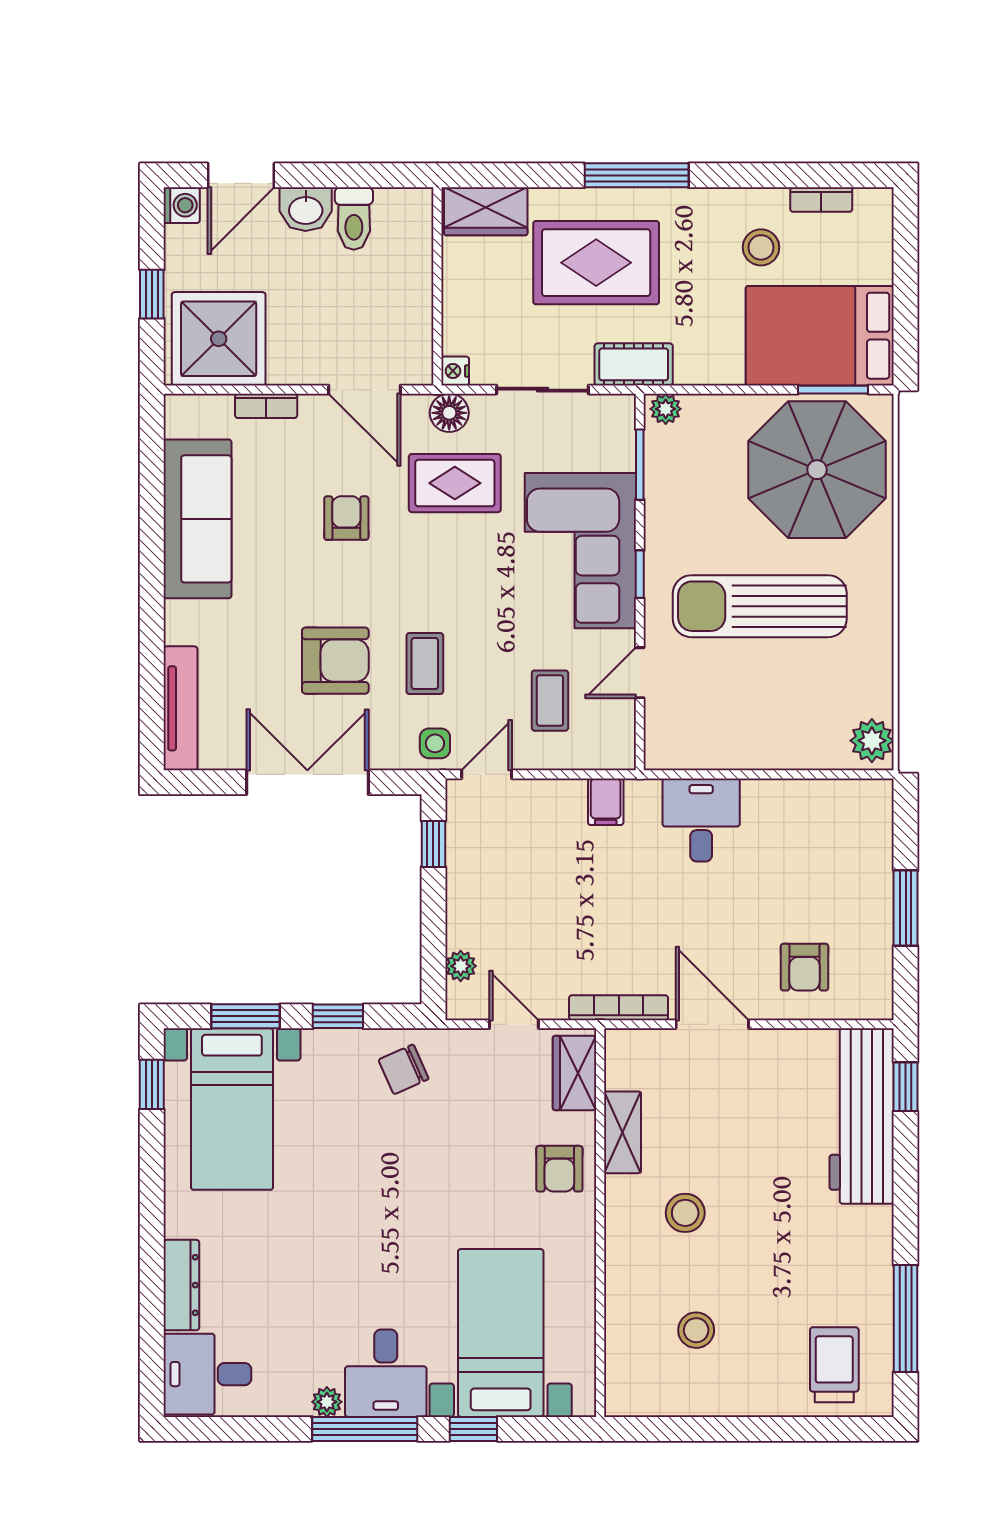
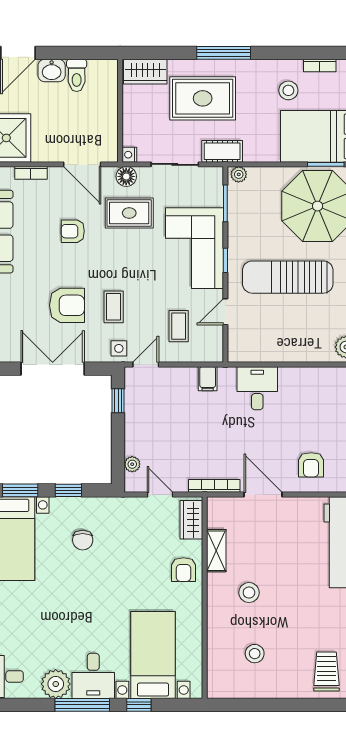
armchair: (346, 518) -> (73, 231), turned -90
chair: (403, 1069) -> (83, 540), moved, turned -66
plant: (327, 1402) -> (56, 684), width x1.88, depth x1.88

